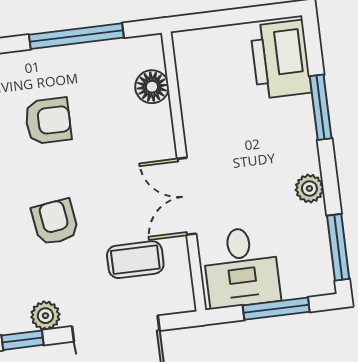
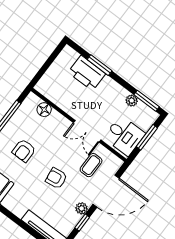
printer: (281, 59) -> (87, 73), moved
armchair: (48, 121) -> (24, 151), turned 180
plant: (309, 188) -> (132, 101), moved

